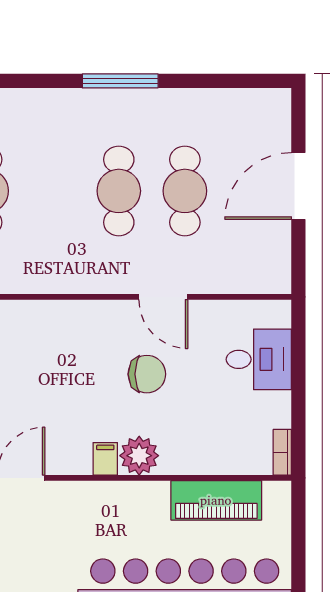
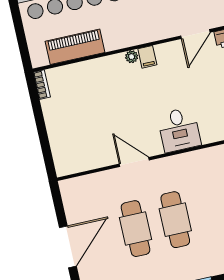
desk: (259, 359) -> (179, 130), moved, turned -90
chair: (147, 374) -> (134, 113), removed
plant: (139, 456) -> (132, 57), width x0.53, depth x0.53

